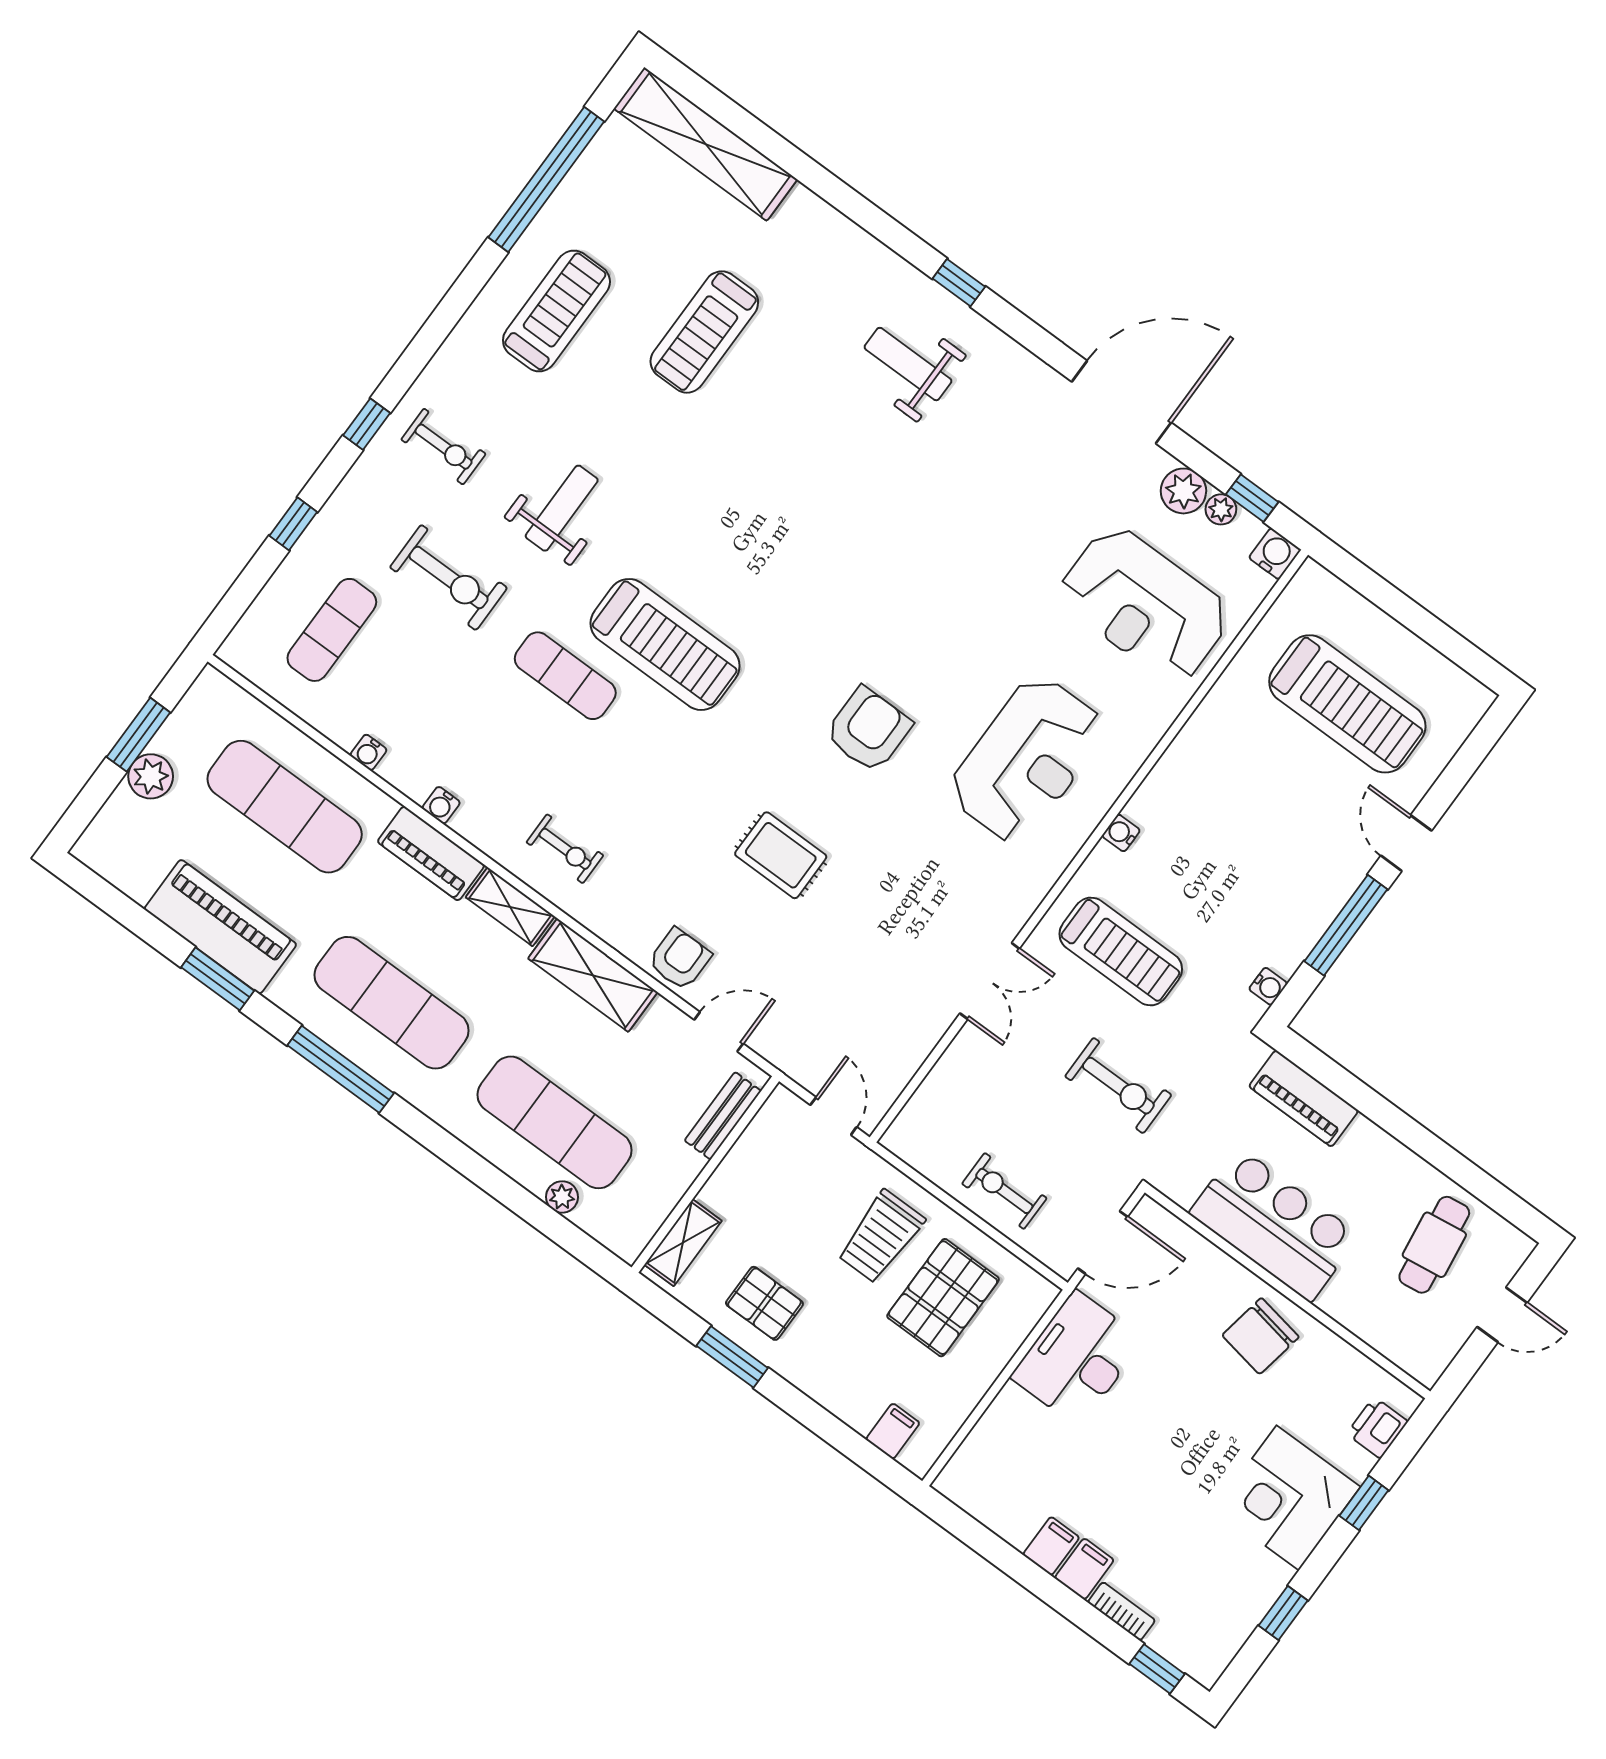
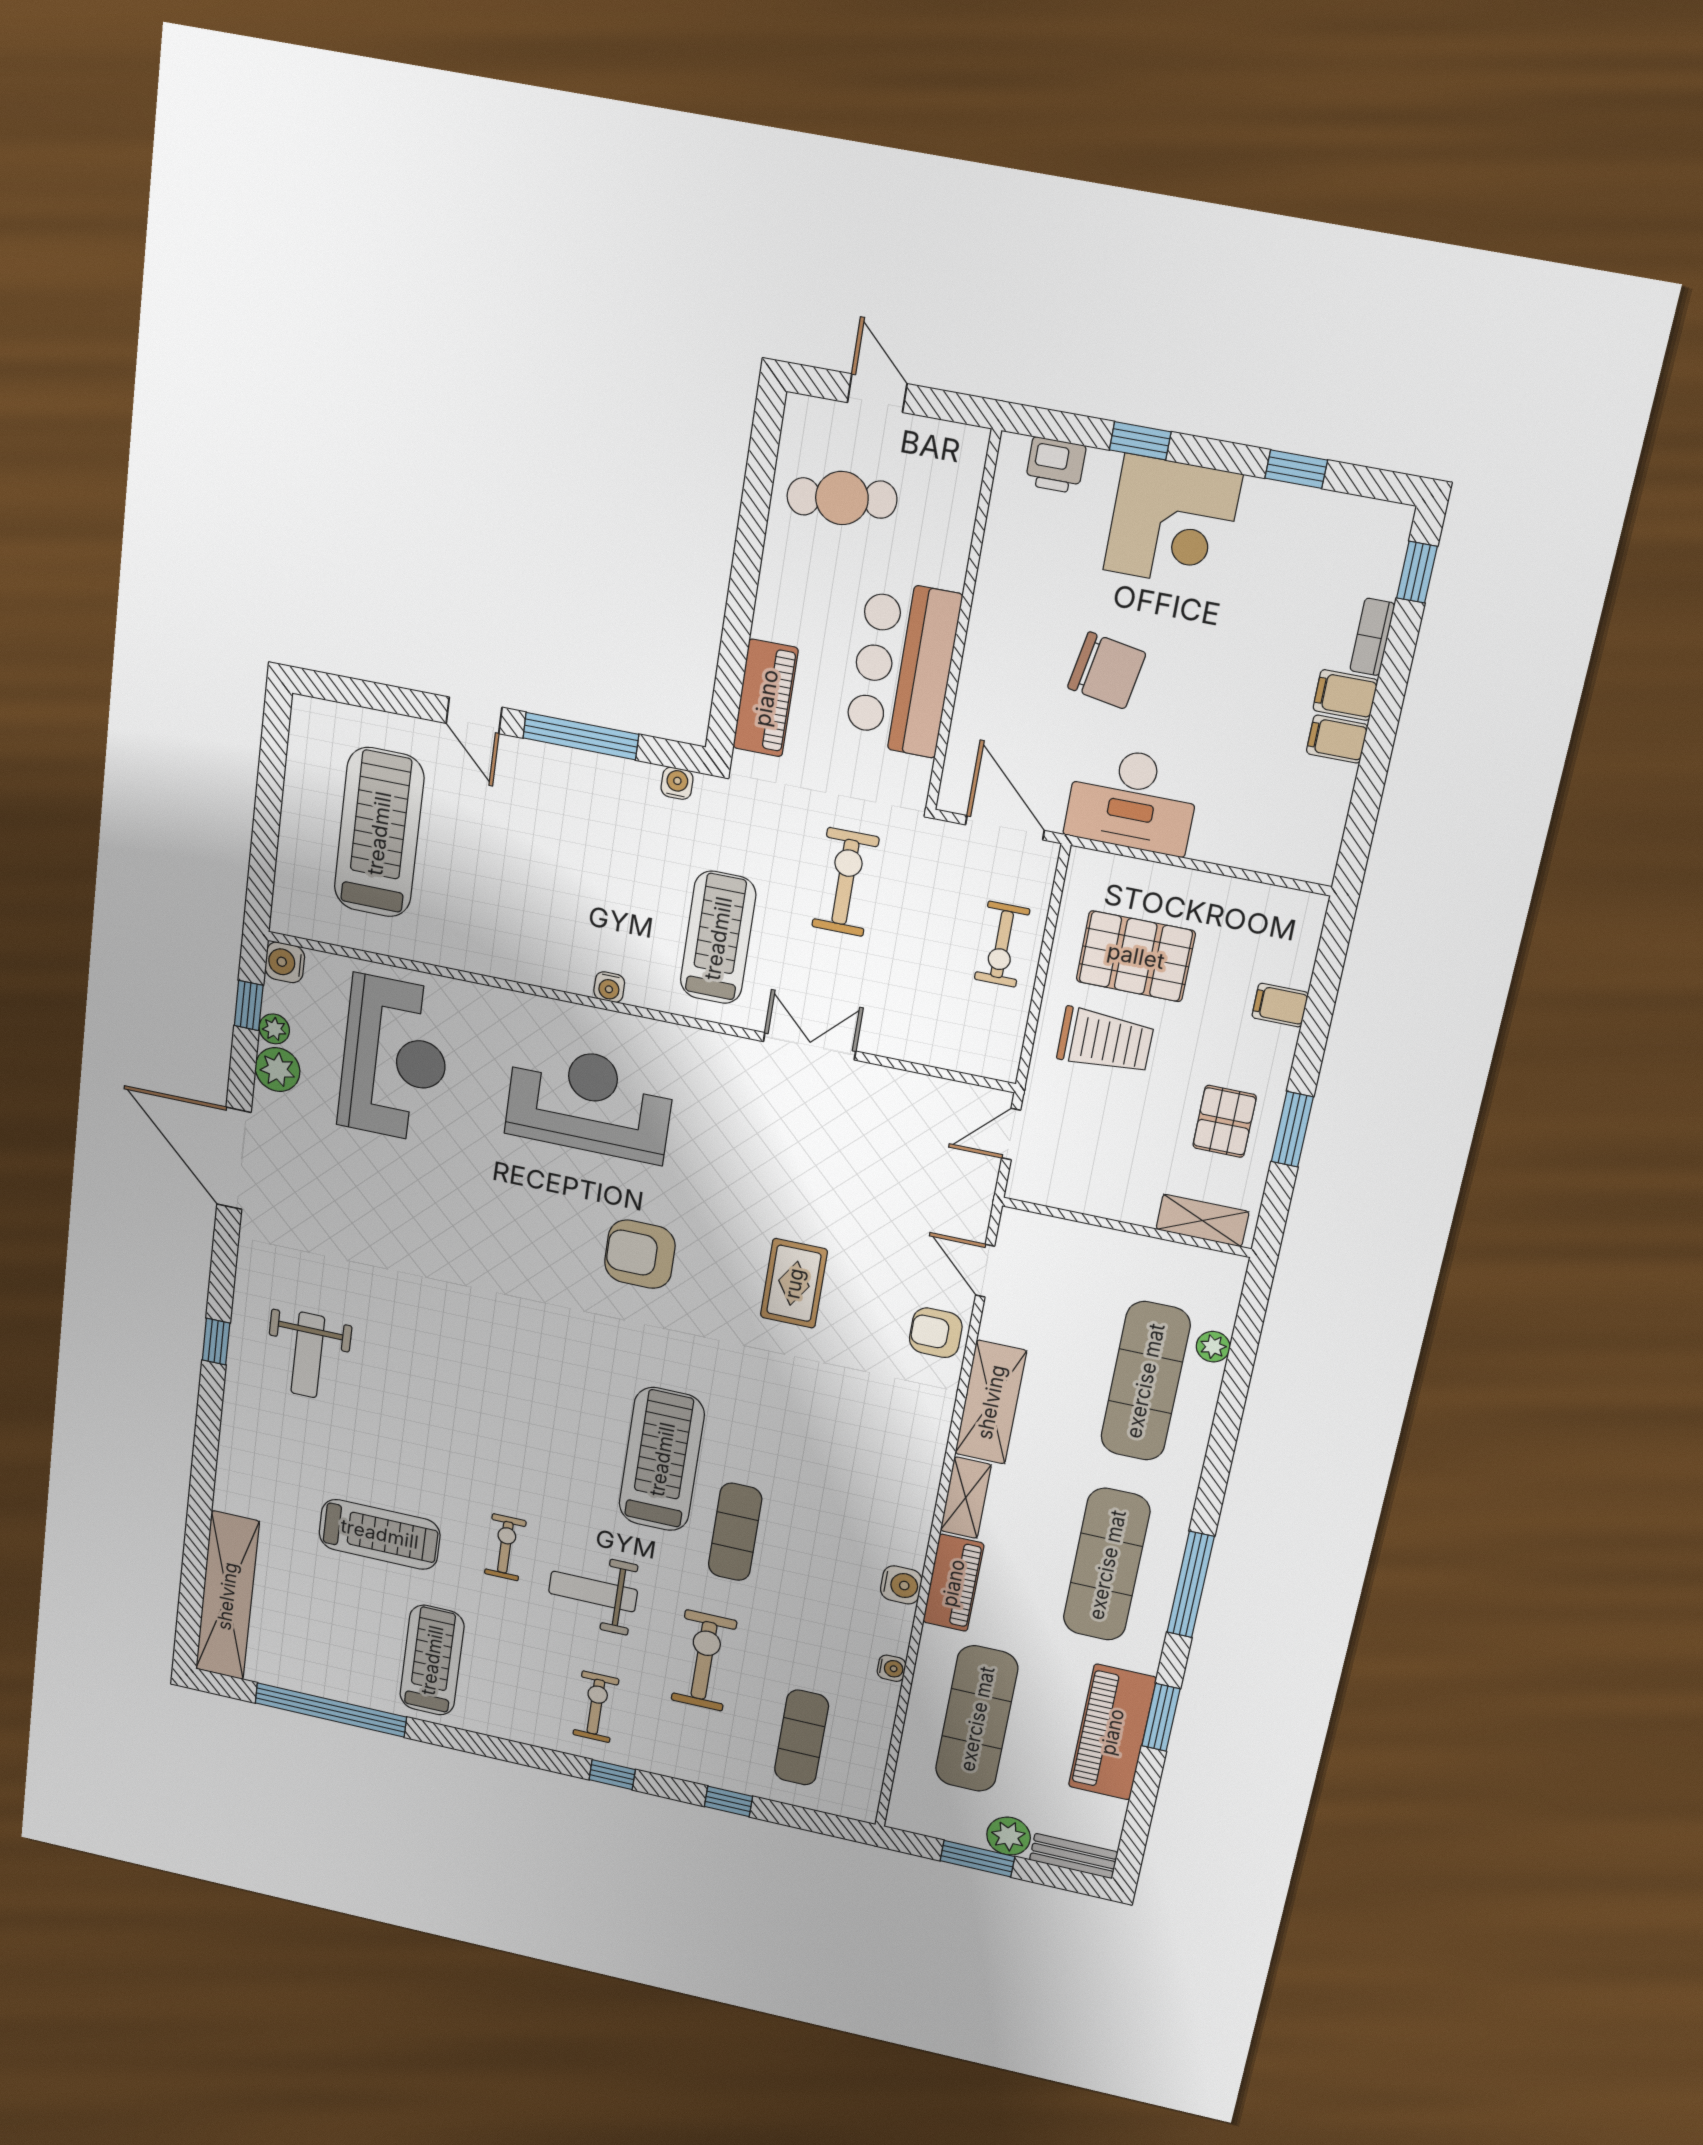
treadmill: (556, 311) -> (432, 1660), turned 90
exercise mat: (332, 630) -> (802, 1738), turned 90
water cooler: (441, 805) -> (901, 1585), width x1.38, depth x1.38
door: (1406, 843) -> (474, 715), hinge flipped
exercise bike: (565, 849) -> (505, 1547), moved
bench: (723, 1116) -> (1074, 1856), moved
chair: (1260, 1336) -> (1107, 670), moved
filing cabinet: (893, 1431) -> (1280, 1005), moved

